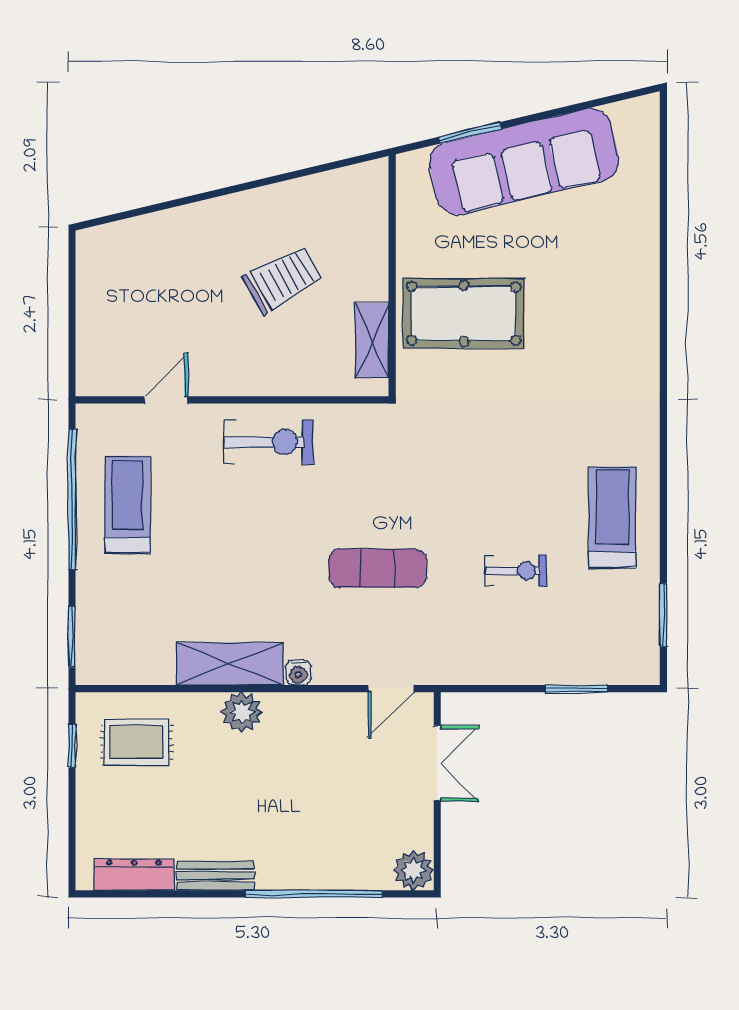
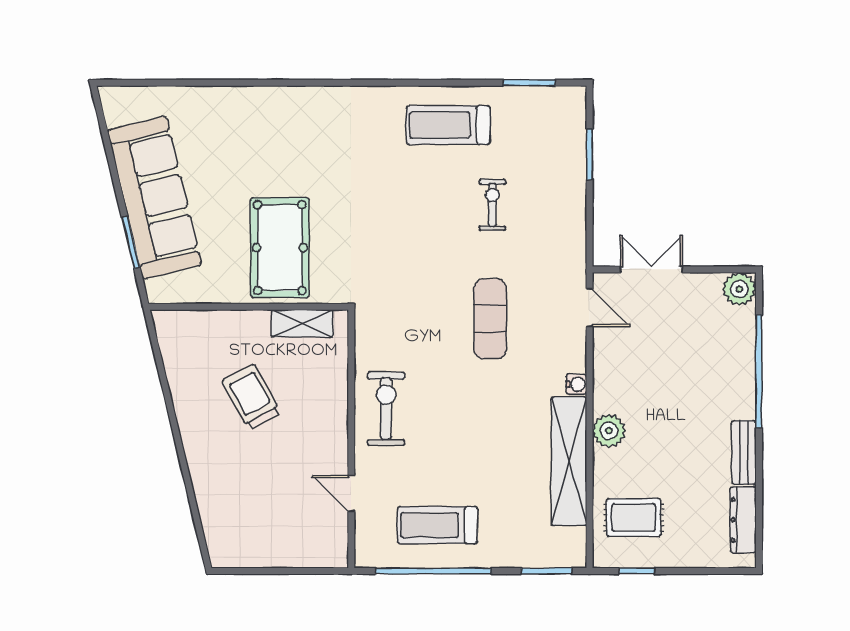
shelving: (230, 664) -> (569, 461), width x1.47
rug: (137, 742) -> (634, 517), turned 90

